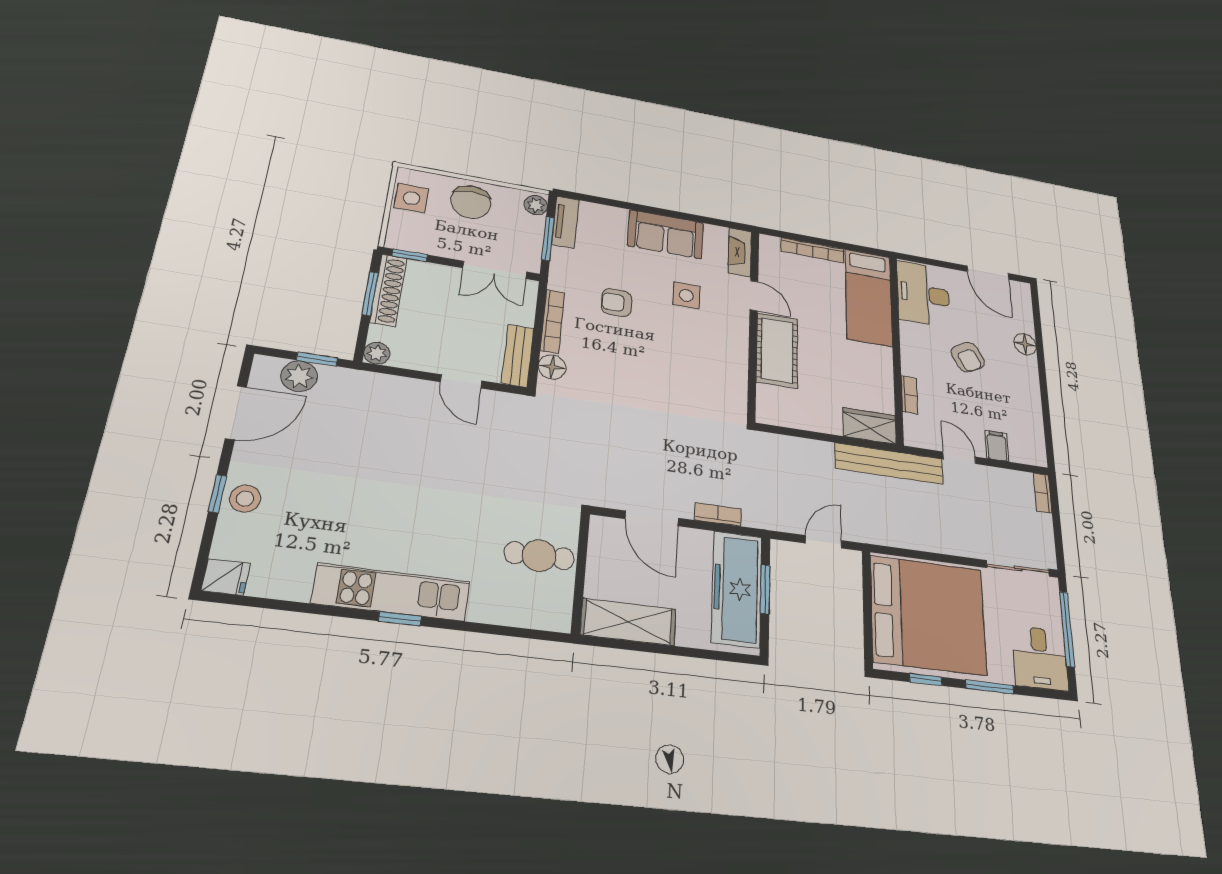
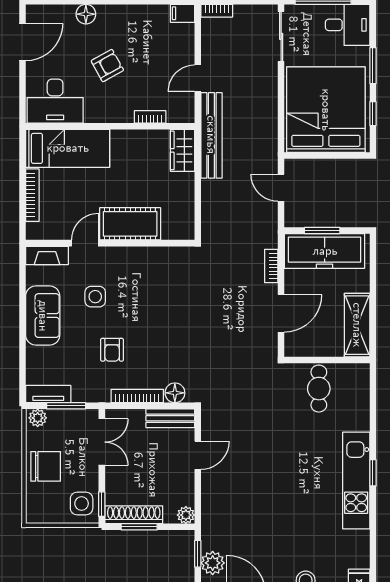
side table: (411, 198) -> (82, 504), moved
filing cabinet: (997, 446) -> (182, 13), moved

